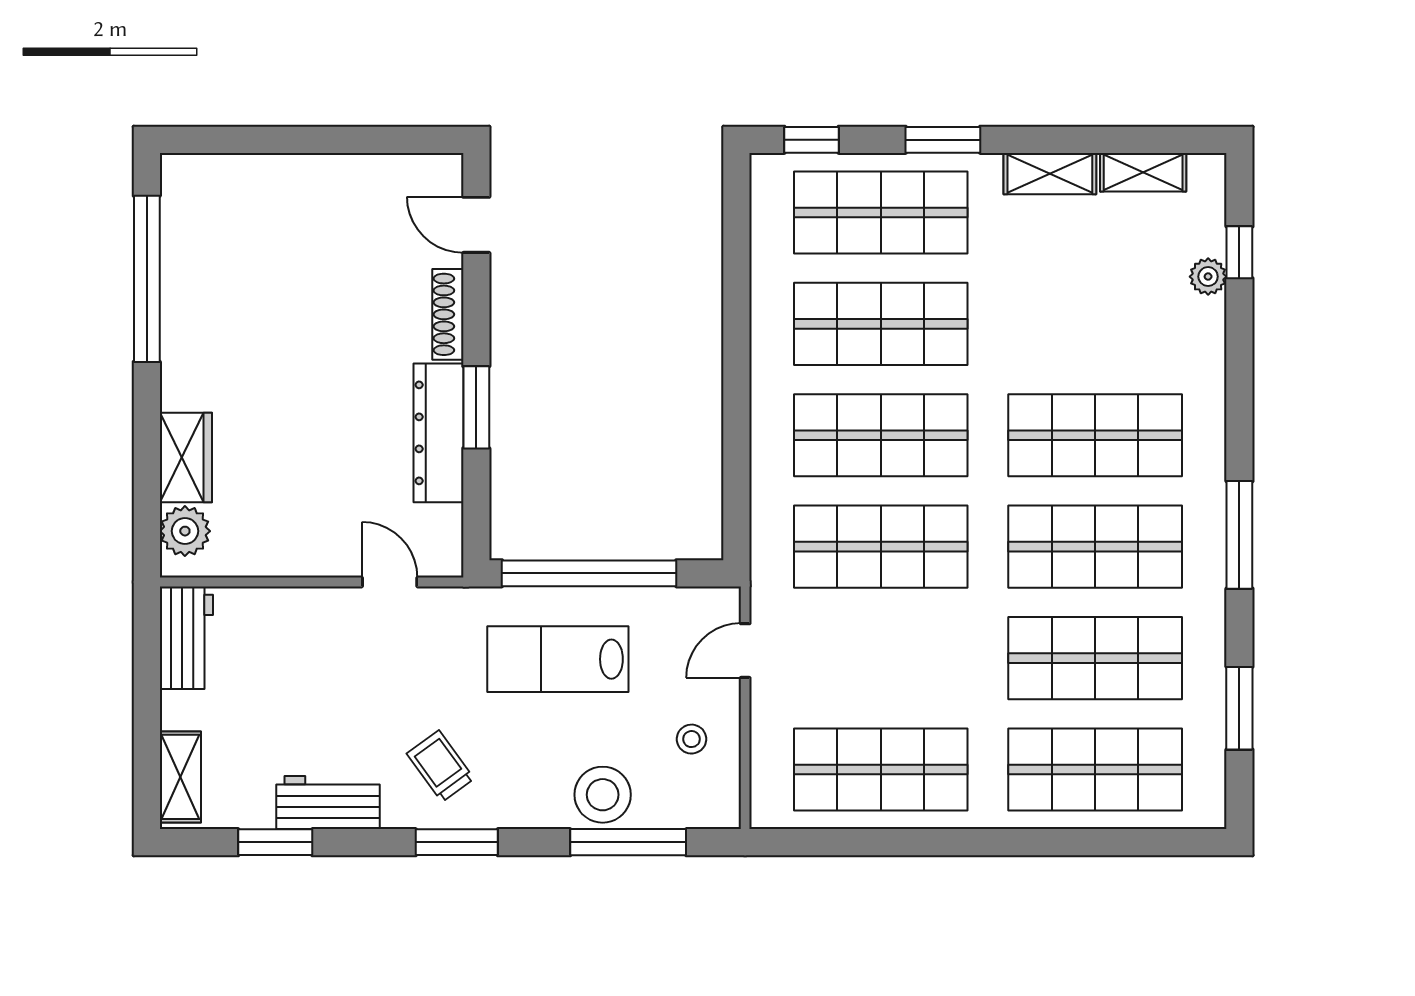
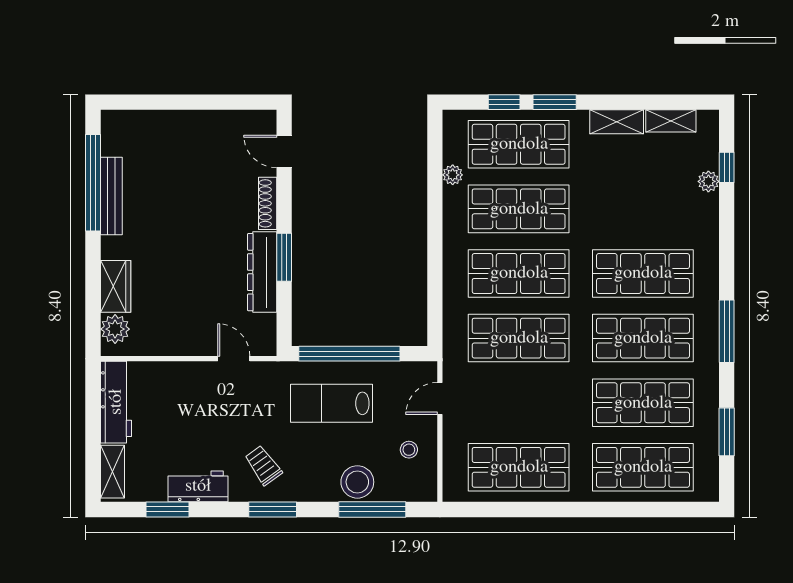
window: (811, 140) -> (504, 102), moved
plant: (767, 265) -> (453, 175), added
bench: (179, 302) -> (111, 196), added
workbench: (186, 638) -> (116, 402), width x1.38

